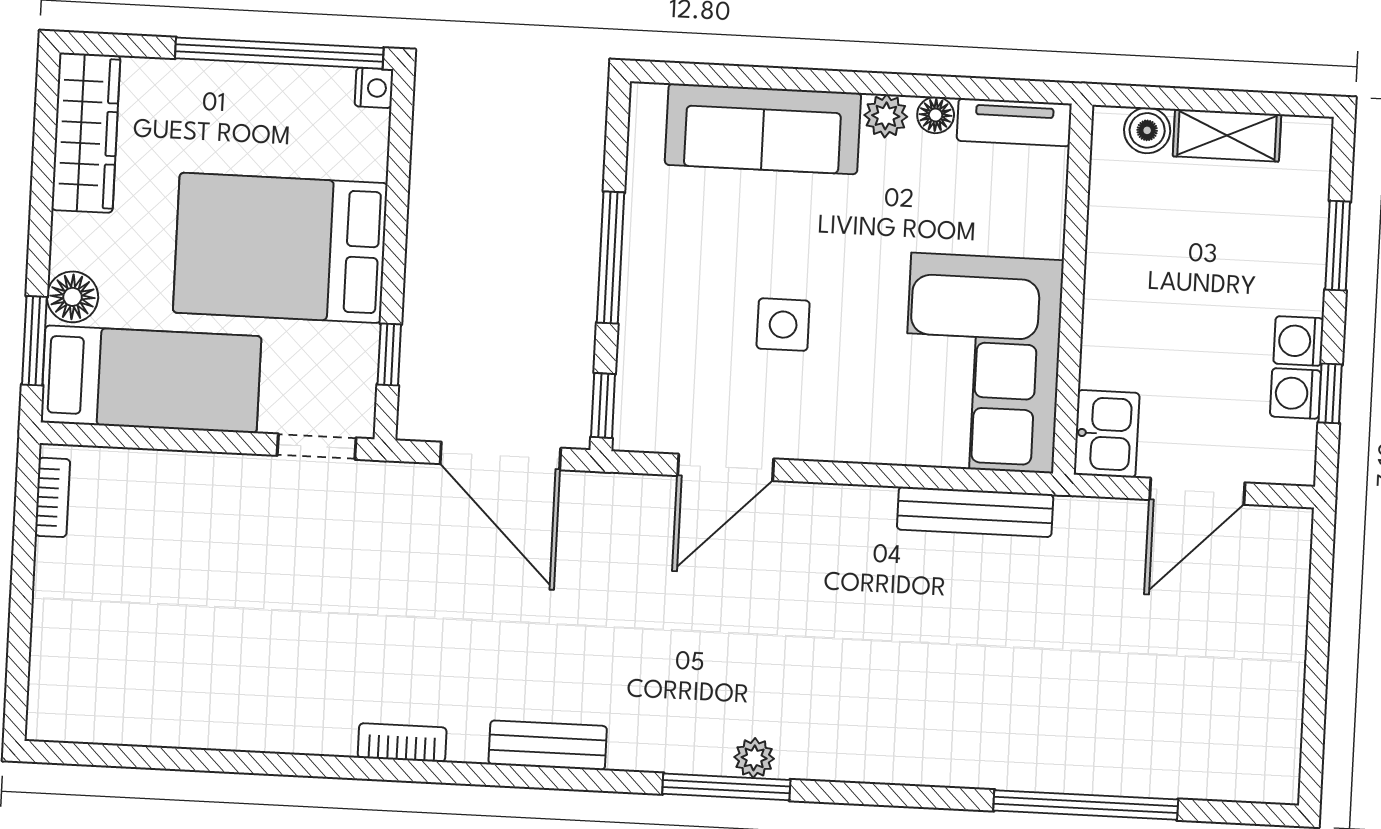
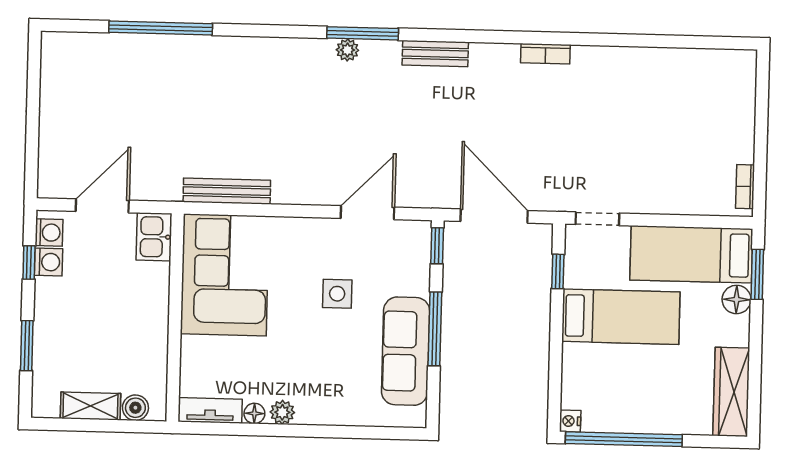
sofa: (763, 129) -> (406, 351), moved, turned -90
bed: (280, 248) -> (621, 317), width x0.67
washing machine: (1299, 341) -> (49, 233), moved
bench: (548, 745) -> (435, 54), moved

